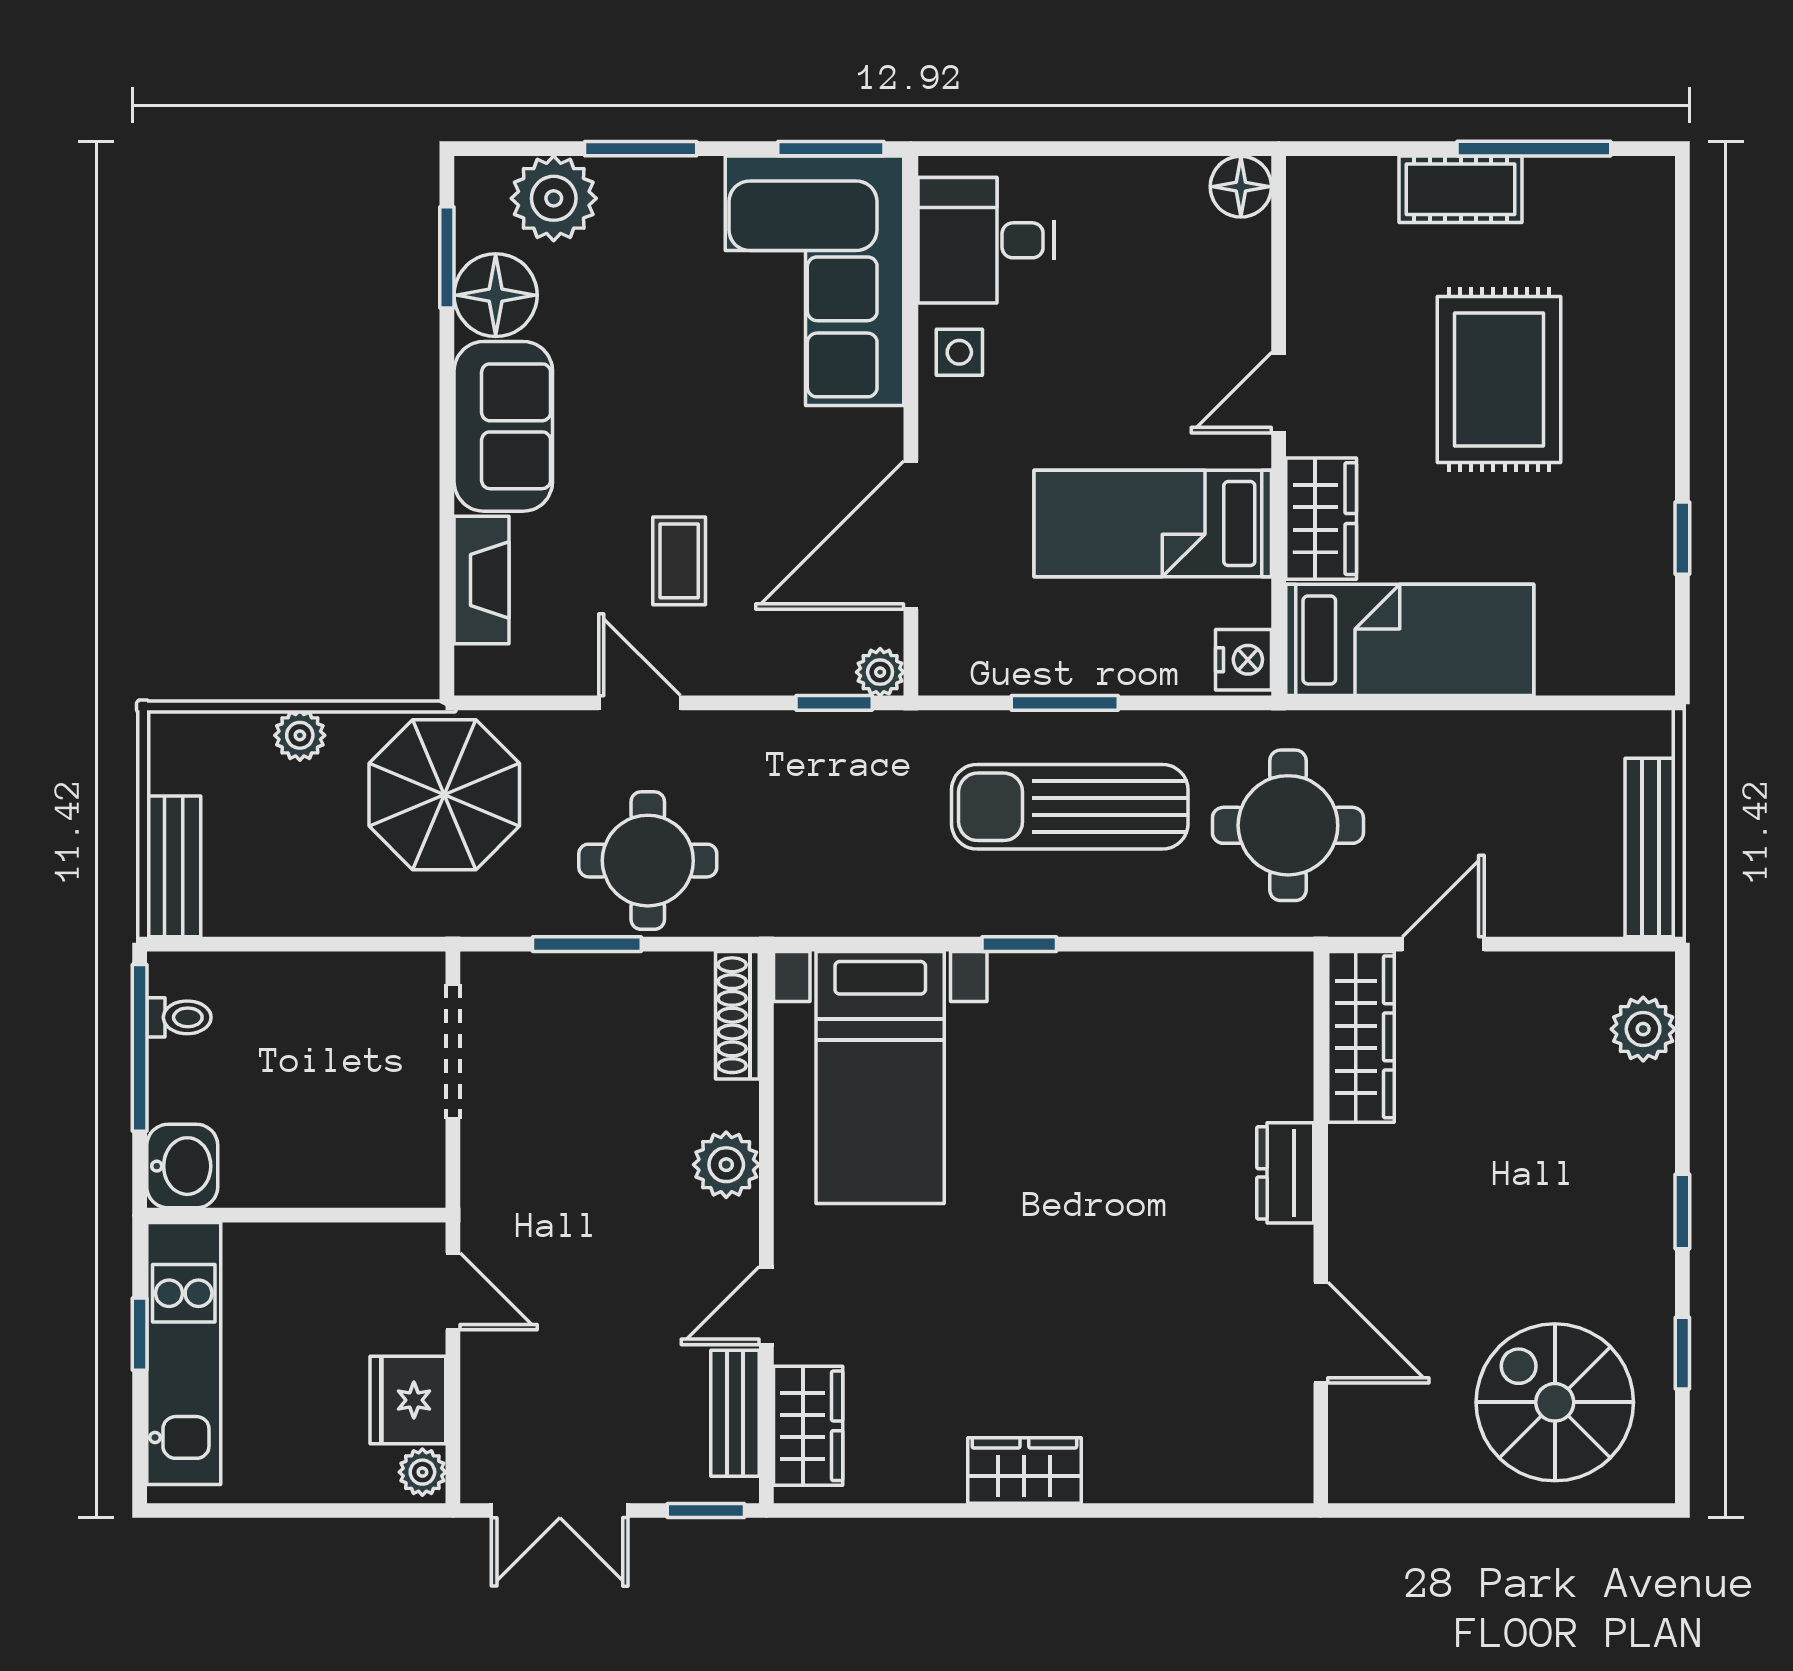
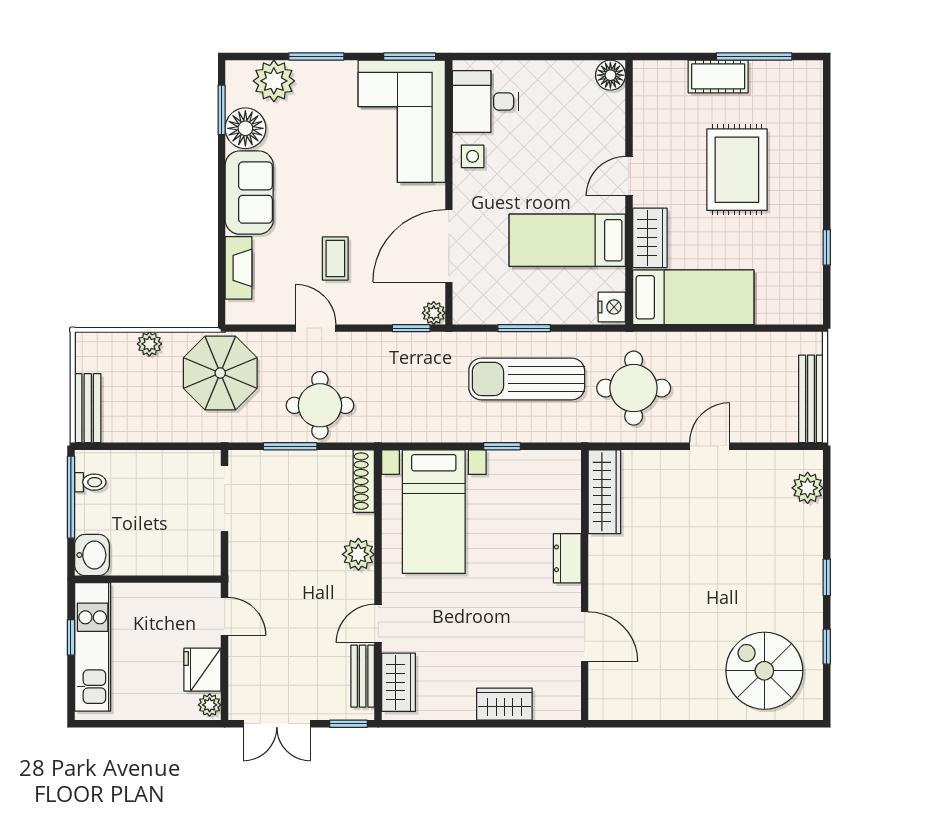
wardrobe: (1361, 1037) -> (604, 492), moved
dresser: (1285, 1173) -> (567, 558), moved
wall: (1321, 1227) -> (585, 585), moved
door: (1321, 1333) -> (585, 637), moved

